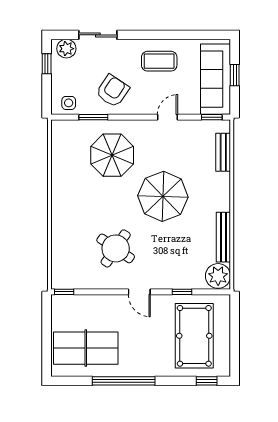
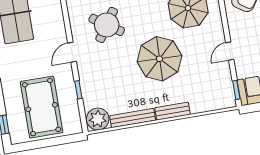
door: (168, 117) -> (230, 51), swing flipped
bench: (223, 152) -> (173, 111), moved
pool table: (194, 336) -> (42, 107), turned 90

